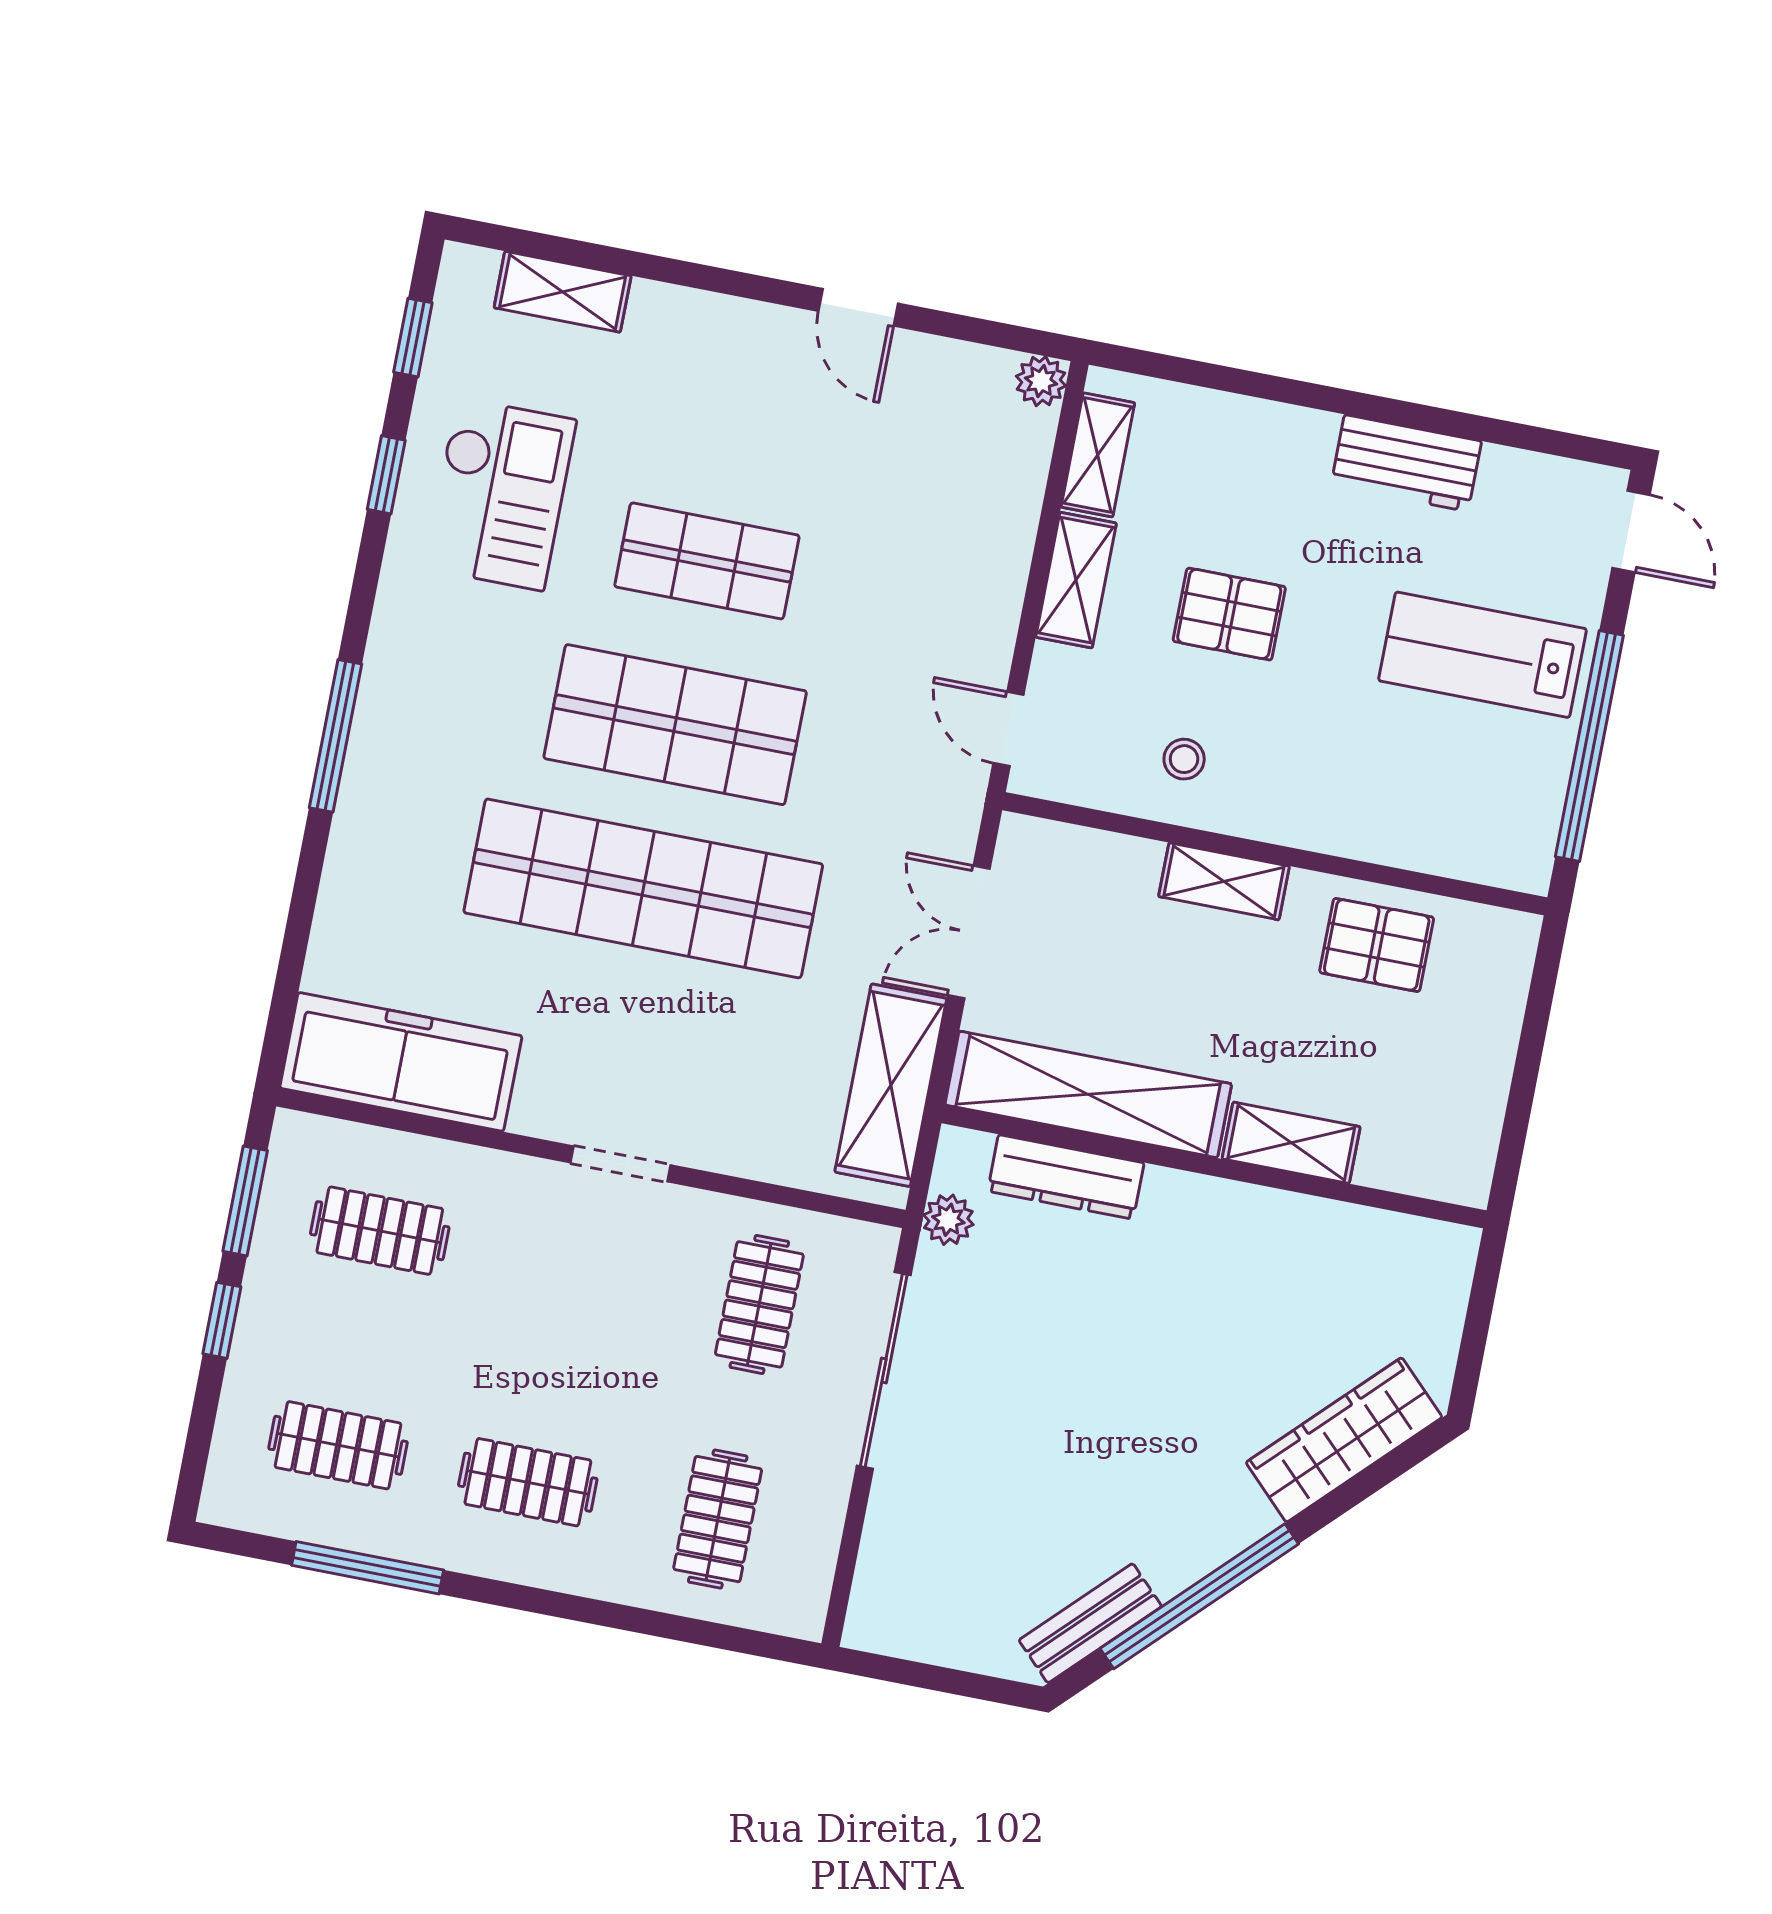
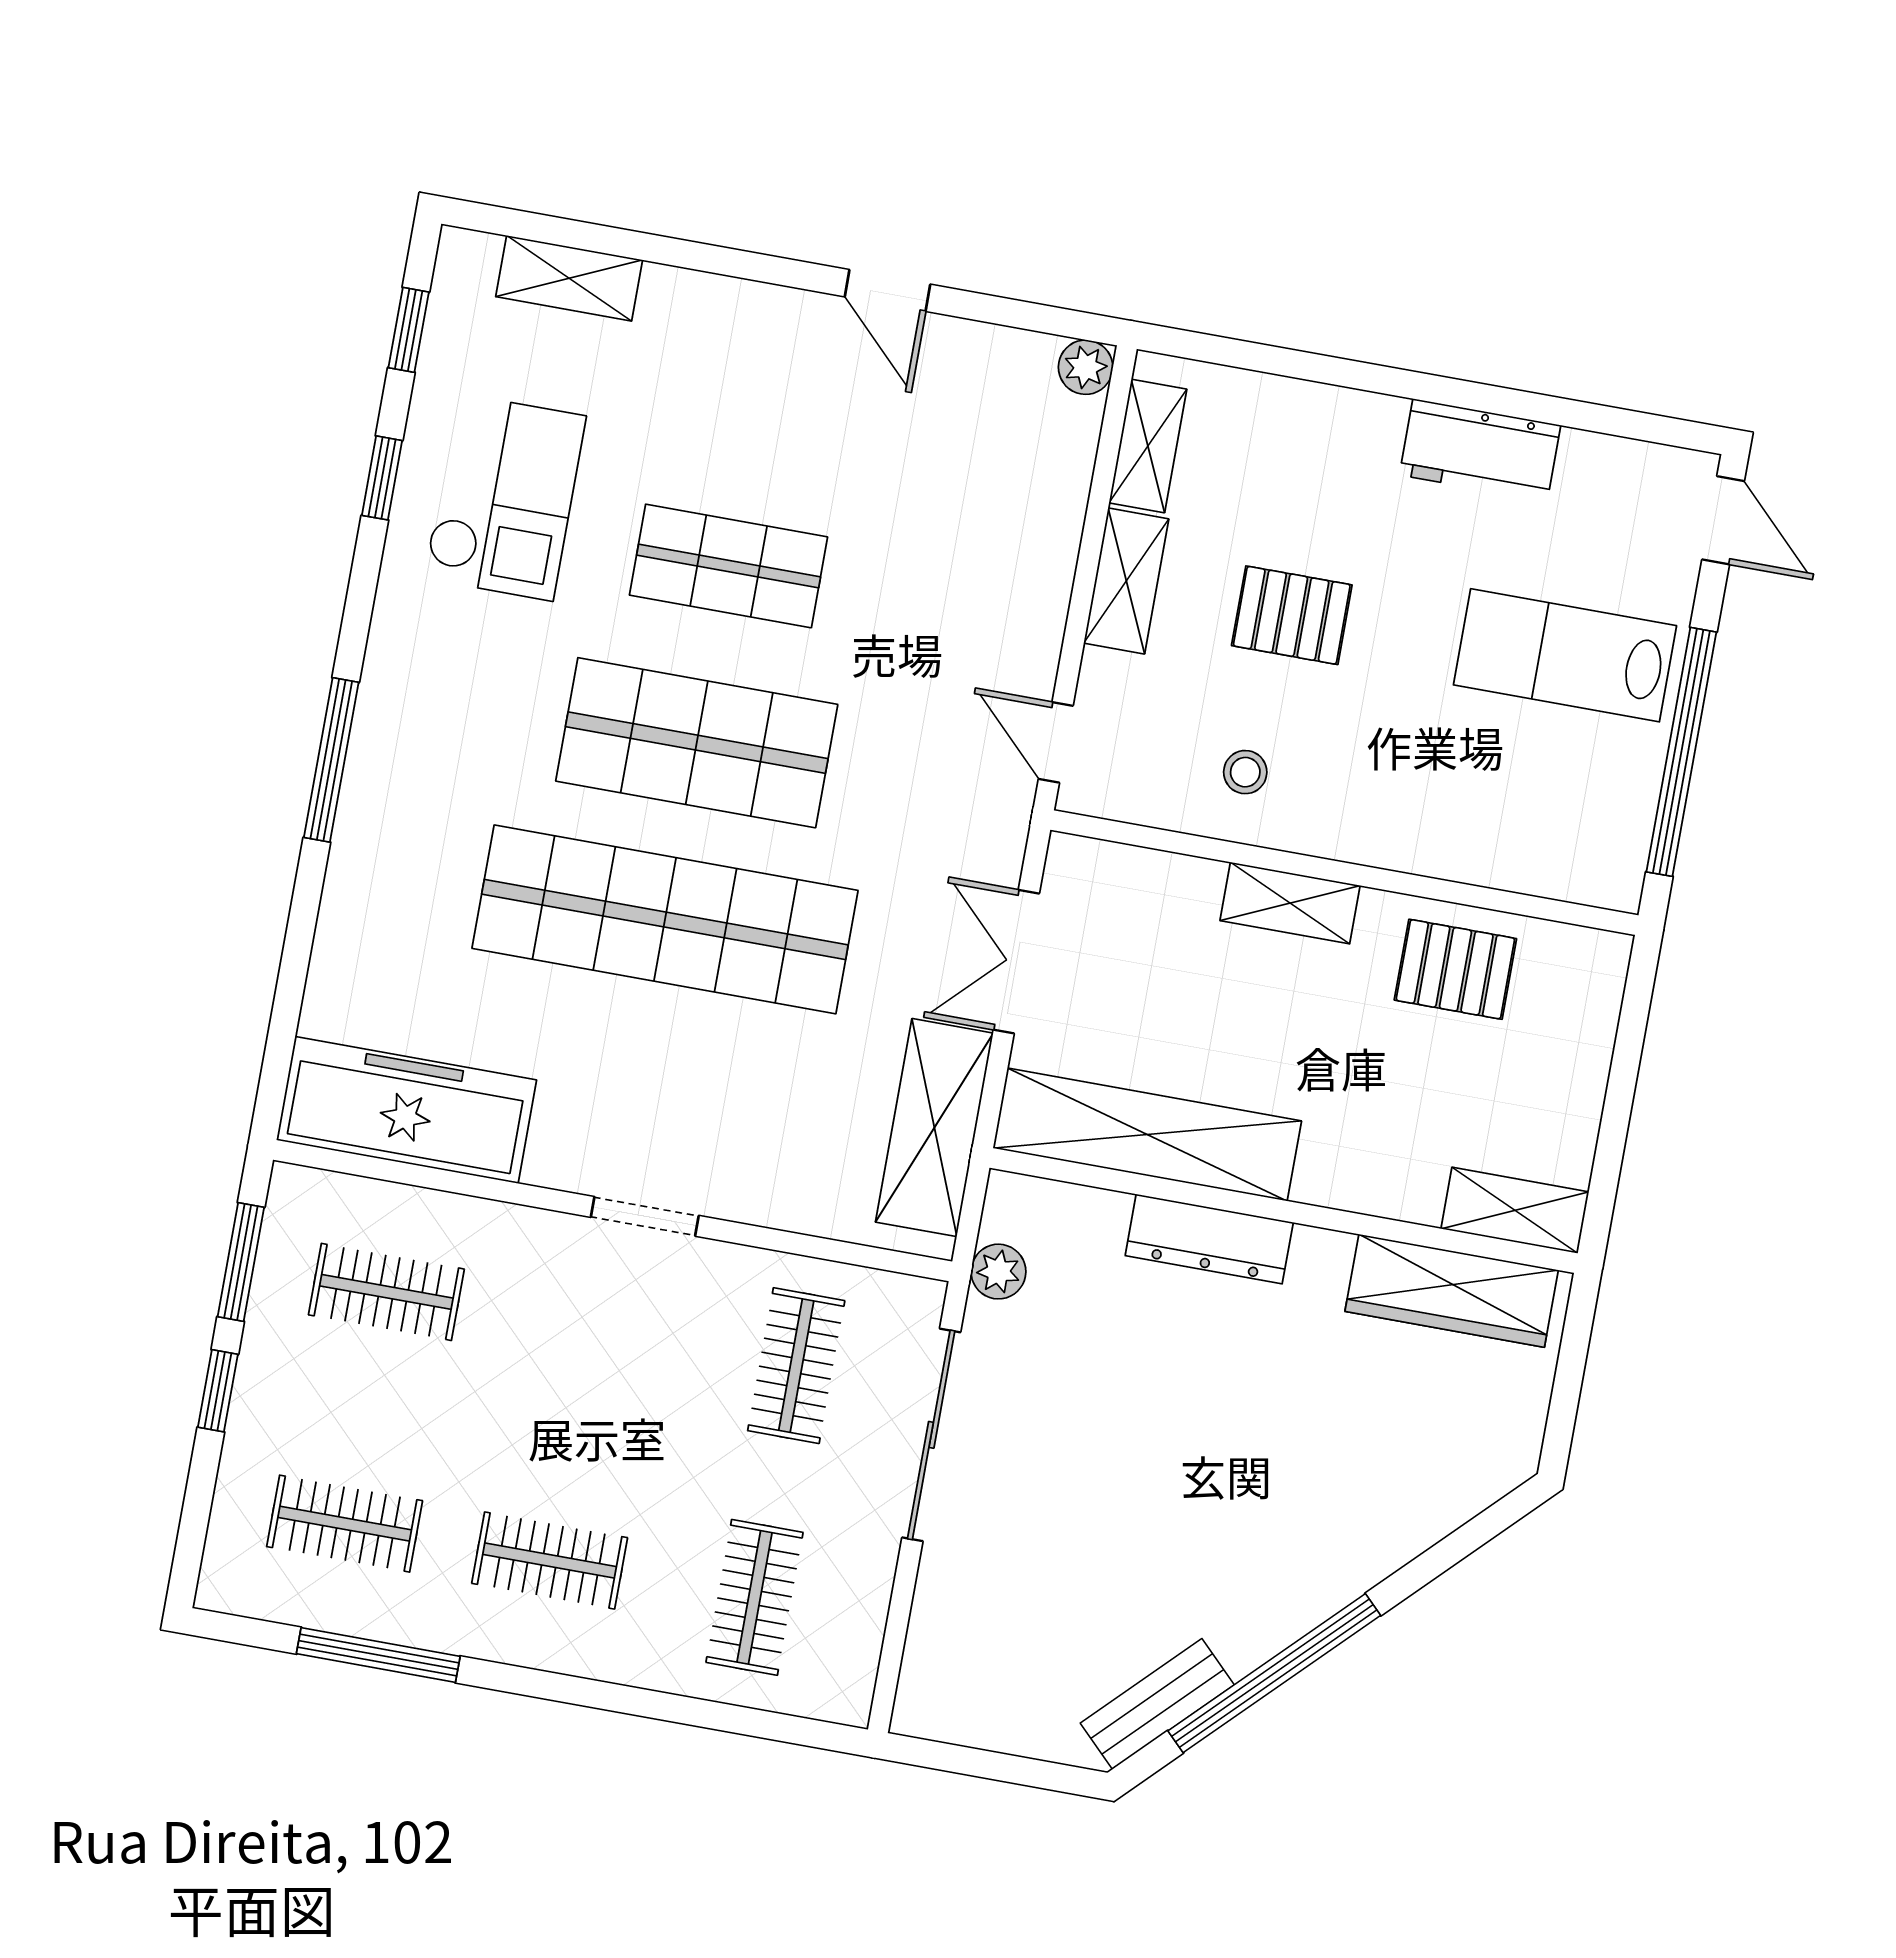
shelving: (1291, 1143) -> (1515, 1210), moved
dresser: (1066, 1177) -> (1209, 1239), moved
wardrobe: (1344, 1440) -> (1452, 1291), moved, turned -135

